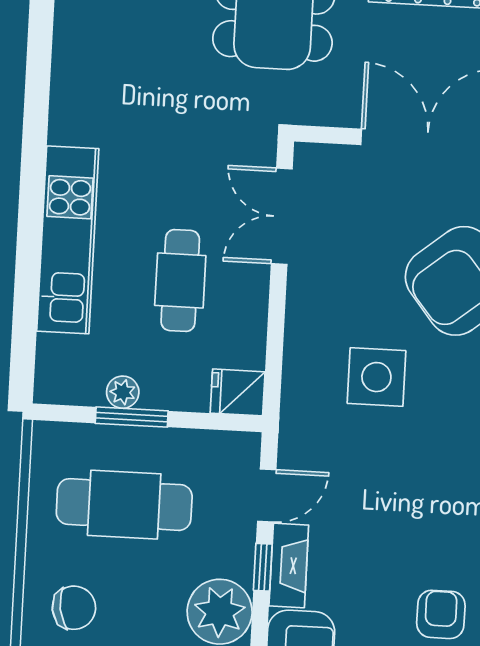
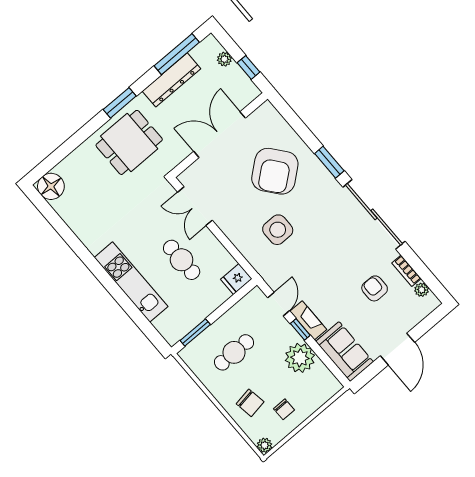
plant: (123, 392) -> (198, 315), removed
window: (132, 417) -> (195, 332), moved
cafe table: (124, 505) -> (234, 352), width x0.73, depth x0.74
chair: (74, 608) -> (250, 403), turned 90

